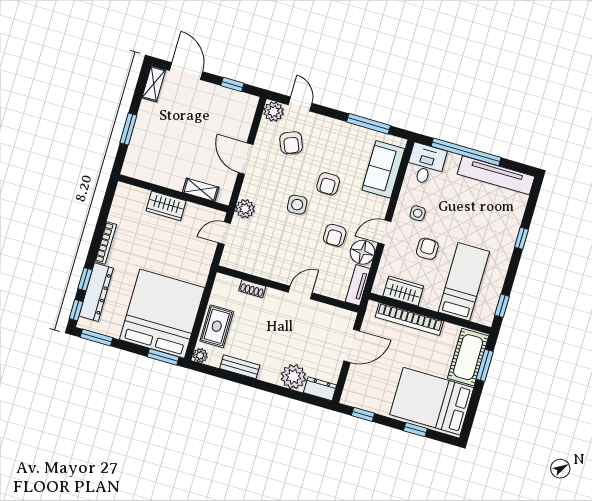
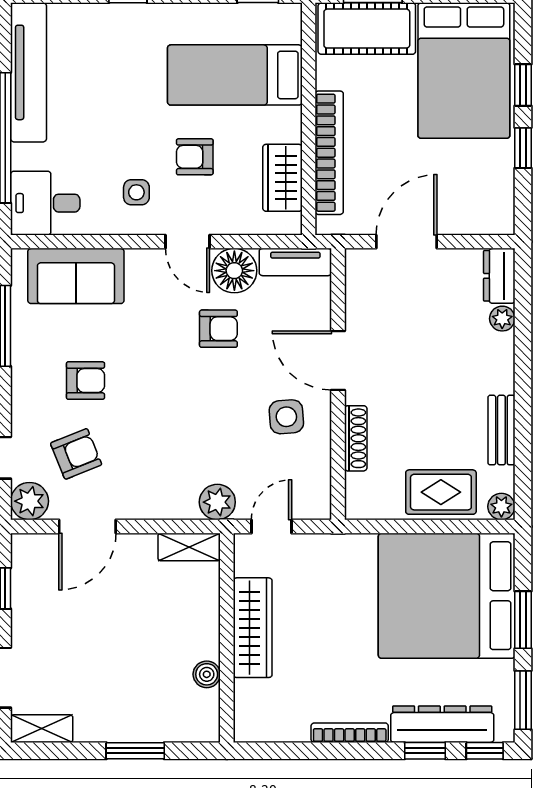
door: (246, 159) -> (87, 526), moved
boiler: (157, 177) -> (207, 674), added
armchair: (328, 184) -> (85, 381), moved
shelving: (201, 190) -> (189, 547), moved, turned 90
side table: (297, 205) -> (286, 417), moved
wardrobe: (166, 206) -> (253, 628), width x1.50
door: (224, 233) -> (271, 526), swing flipped
shoe rack: (252, 289) -> (356, 438), width x1.43
door: (300, 293) -> (338, 361), width x1.38
door: (352, 346) -> (406, 242), hinge flipped
window: (163, 357) -> (523, 620), moved
plant: (293, 377) -> (502, 319), width x0.53, depth x0.53
window: (363, 414) -> (523, 148), moved

